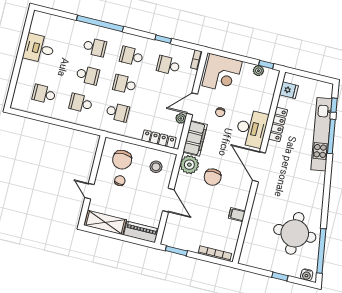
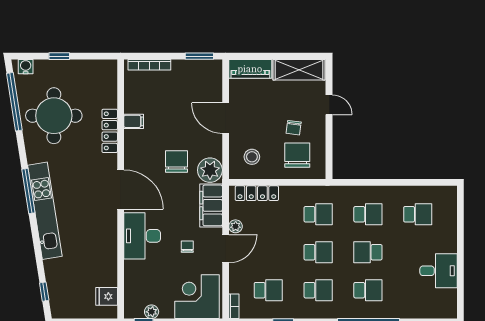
school desk: (95, 47) -> (368, 290), turned 180
school desk: (118, 112) -> (318, 214), turned 180
locker: (278, 124) -> (110, 131), moved
kitchen unit: (321, 134) -> (45, 211), moved
window: (331, 136) -> (28, 191), moved

